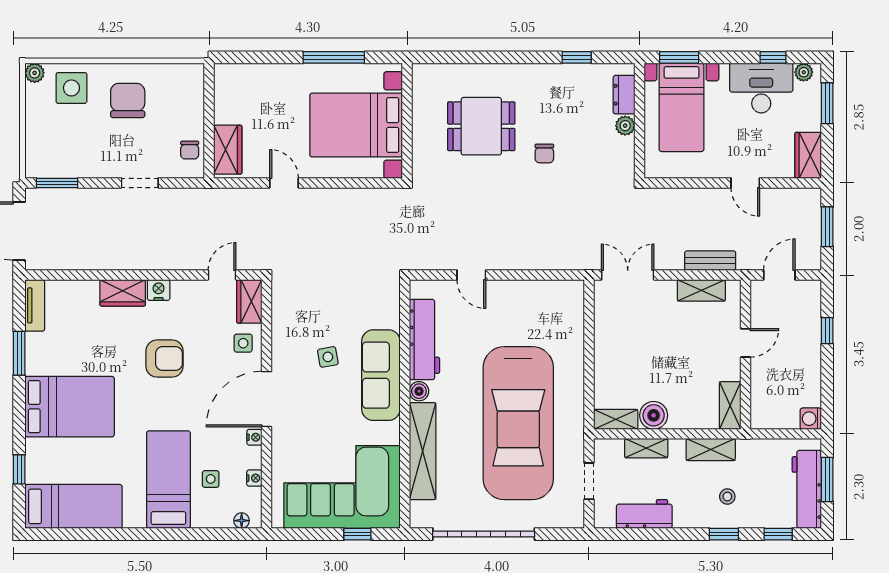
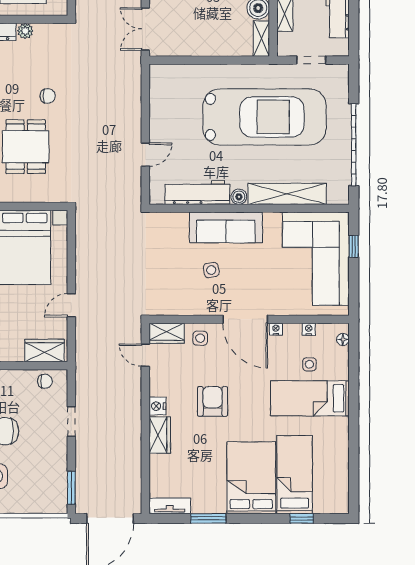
bed: (73, 506) -> (295, 475), moved

